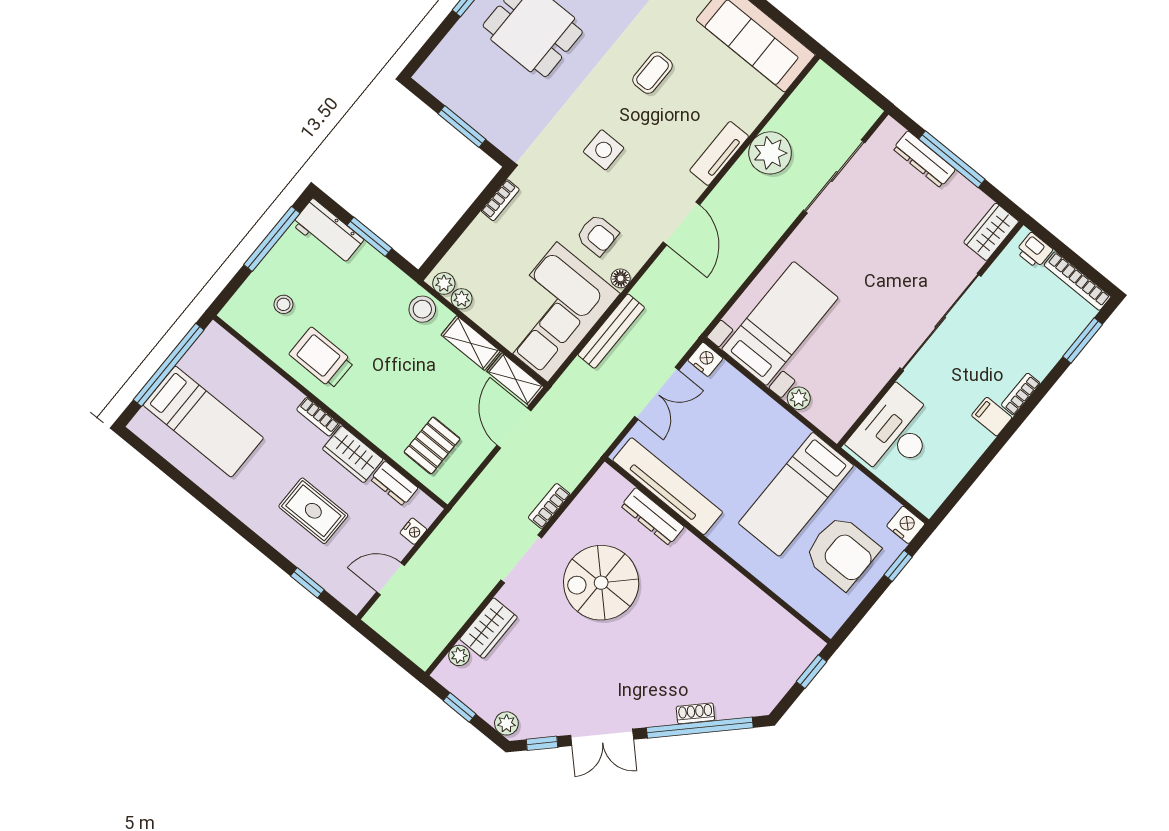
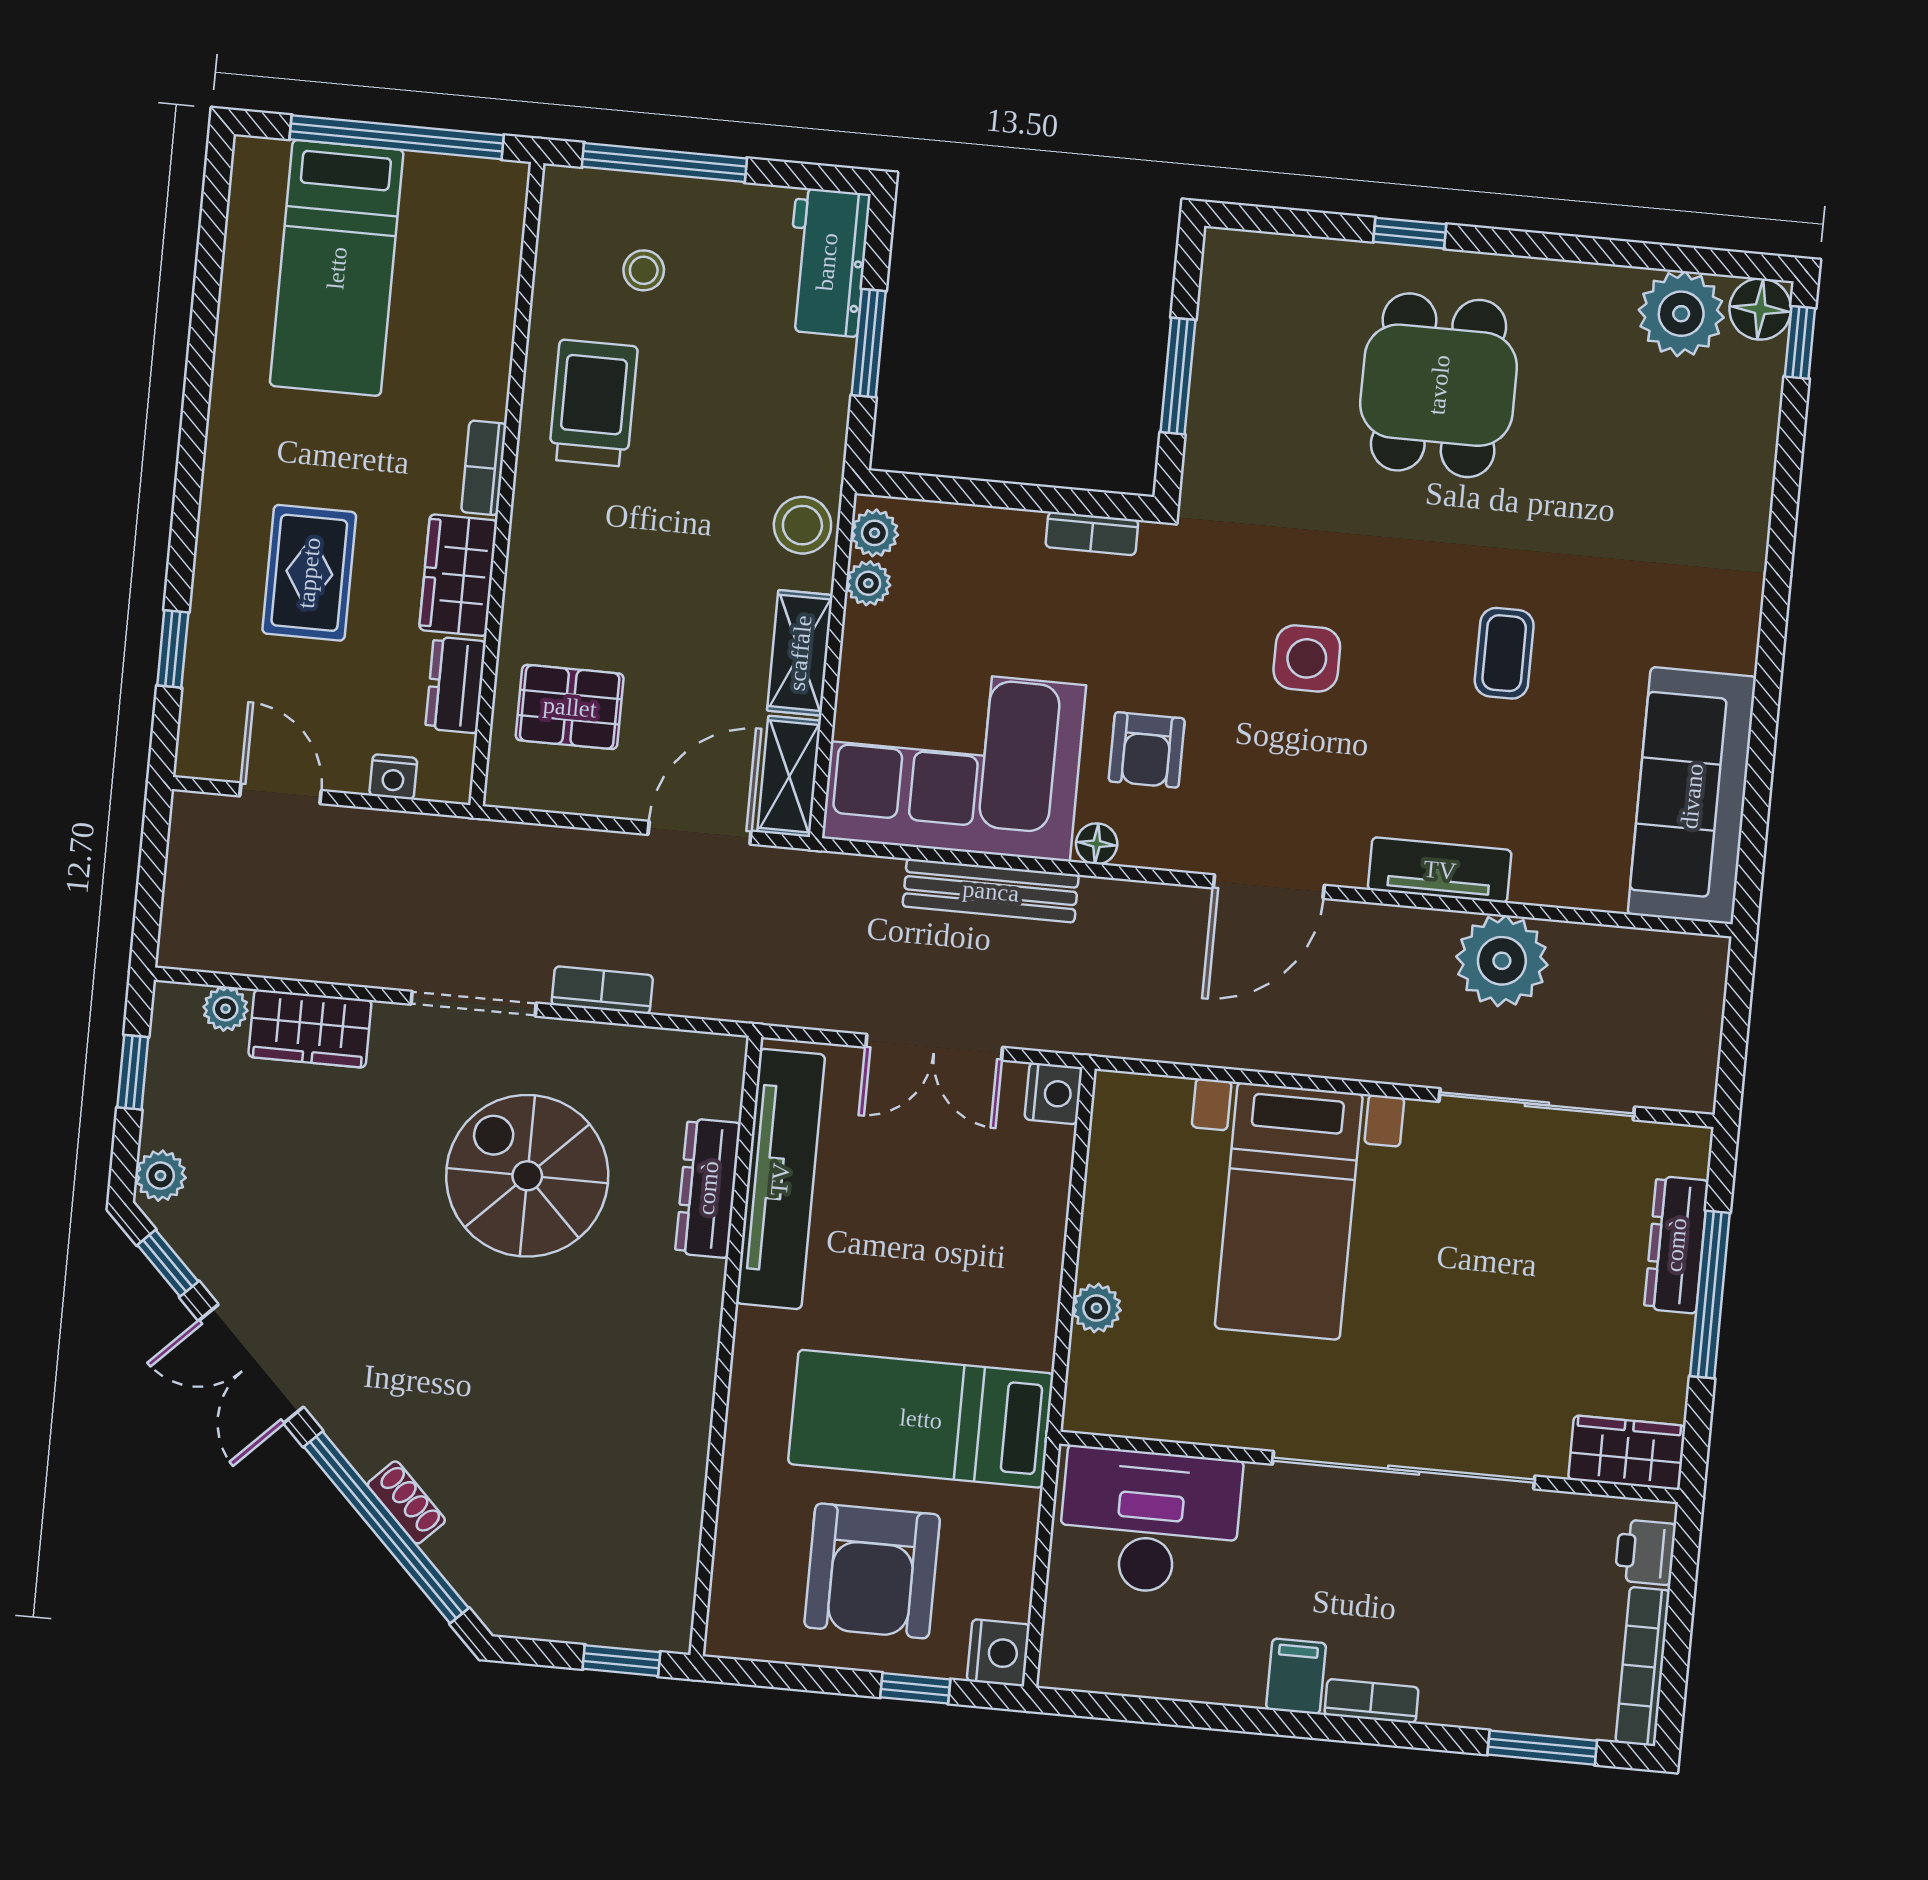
coffee table: (653, 73) -> (1504, 653), turned 90
window: (272, 239) -> (664, 163), moved
bed with nightstands: (780, 324) -> (1289, 1211), moved, turned 90

